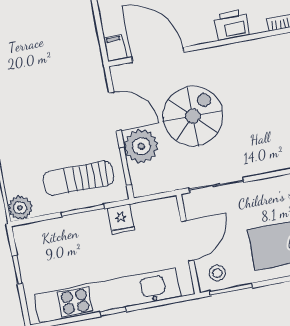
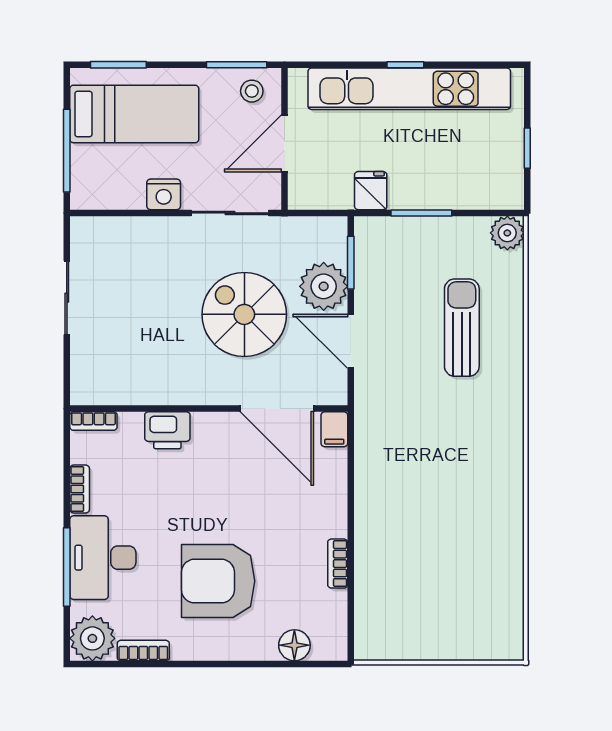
spiral stairs: (193, 116) -> (244, 314), turned 90
sun lounger: (78, 178) -> (462, 328), moved, turned -90
nightstand: (265, 189) -> (164, 194), added

